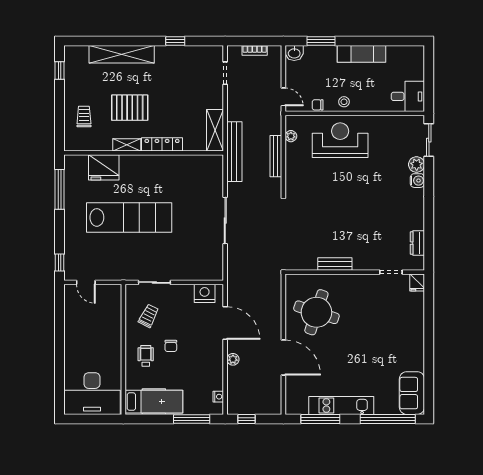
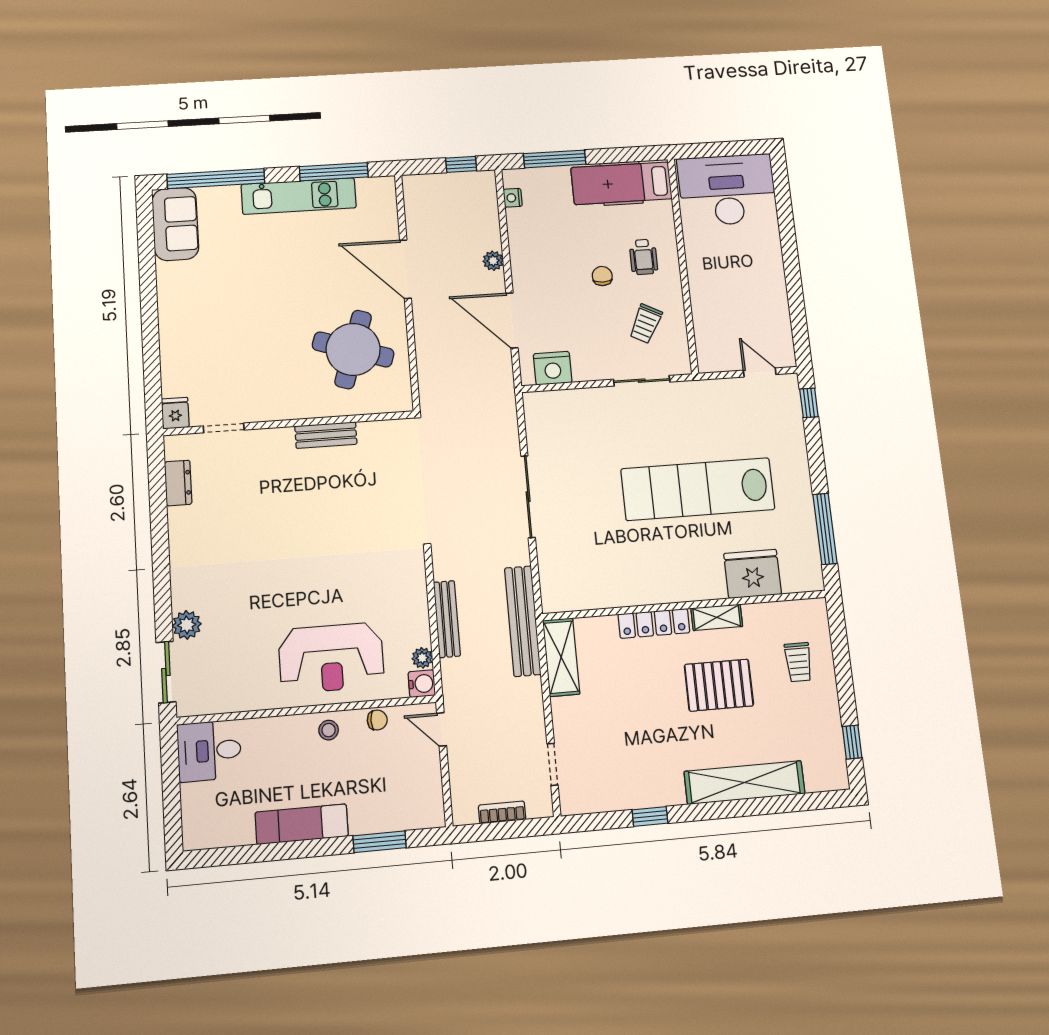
washbasin: (294, 53) -> (428, 814), removed
water cooler: (417, 181) -> (422, 684), moved, turned 180

